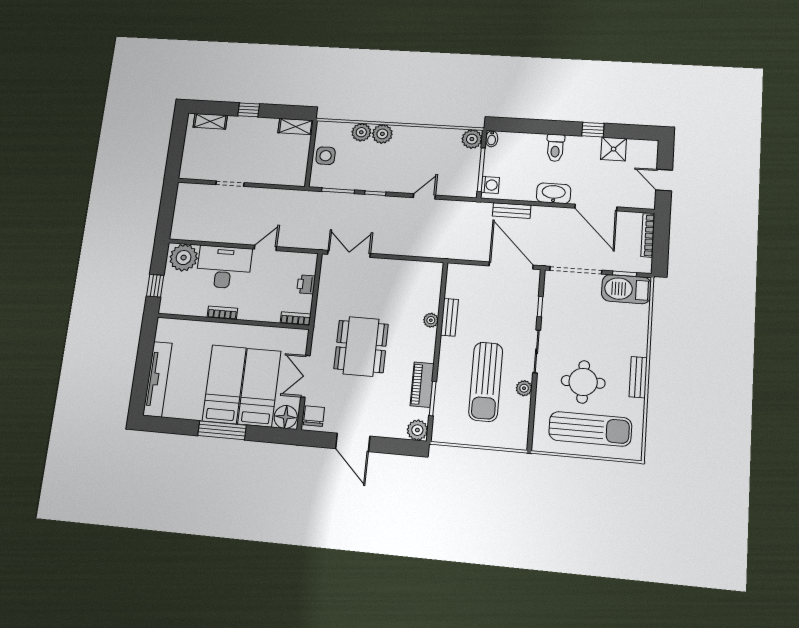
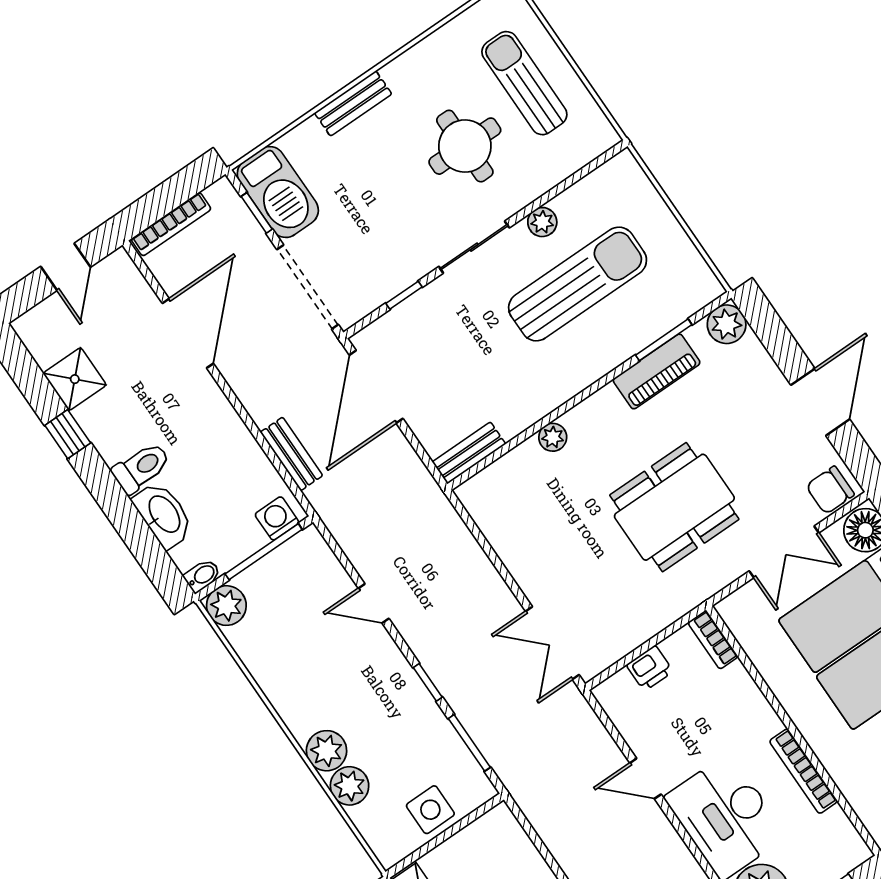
washbasin: (554, 193) -> (163, 515), moved, turned 180
bookcase: (222, 313) -> (803, 771), width x1.56
bench: (449, 317) -> (469, 453), moved
bench: (638, 377) -> (353, 103), moved
sun lounger: (590, 429) -> (524, 83), width x0.73, depth x0.75

